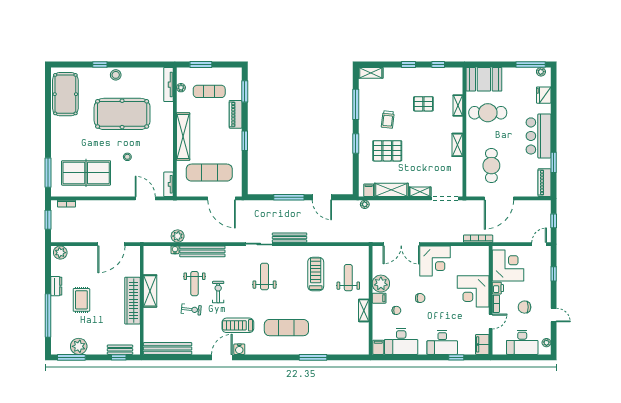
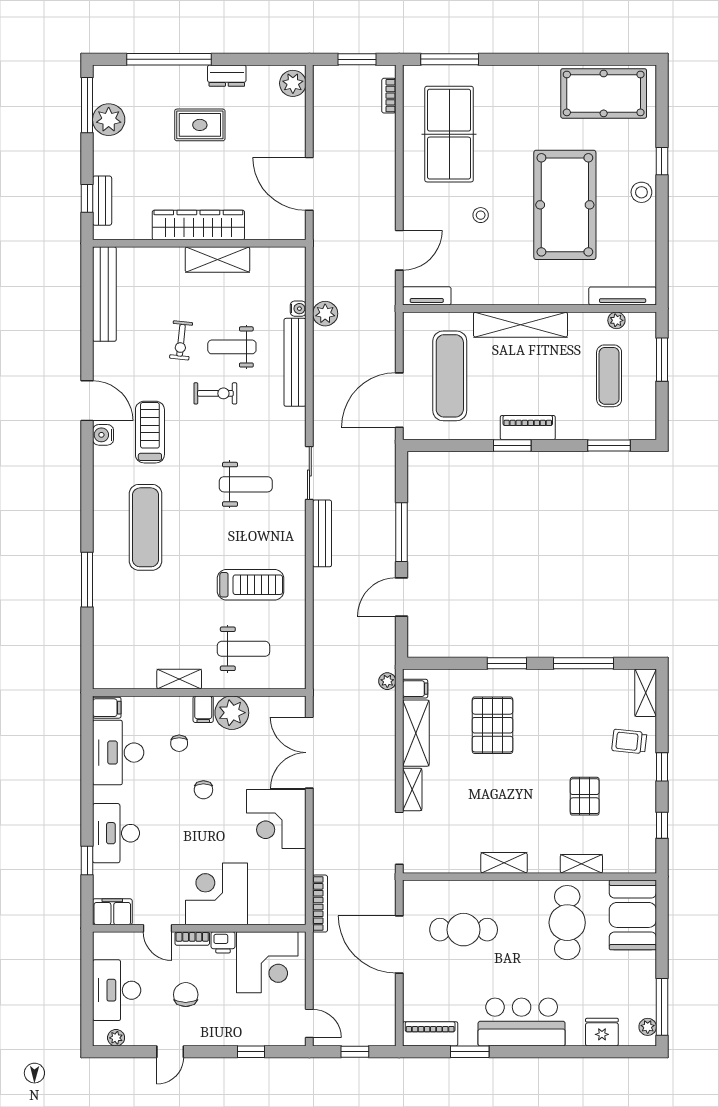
piano: (236, 114) -> (528, 428), moved
trolley: (388, 120) -> (629, 742), moved

